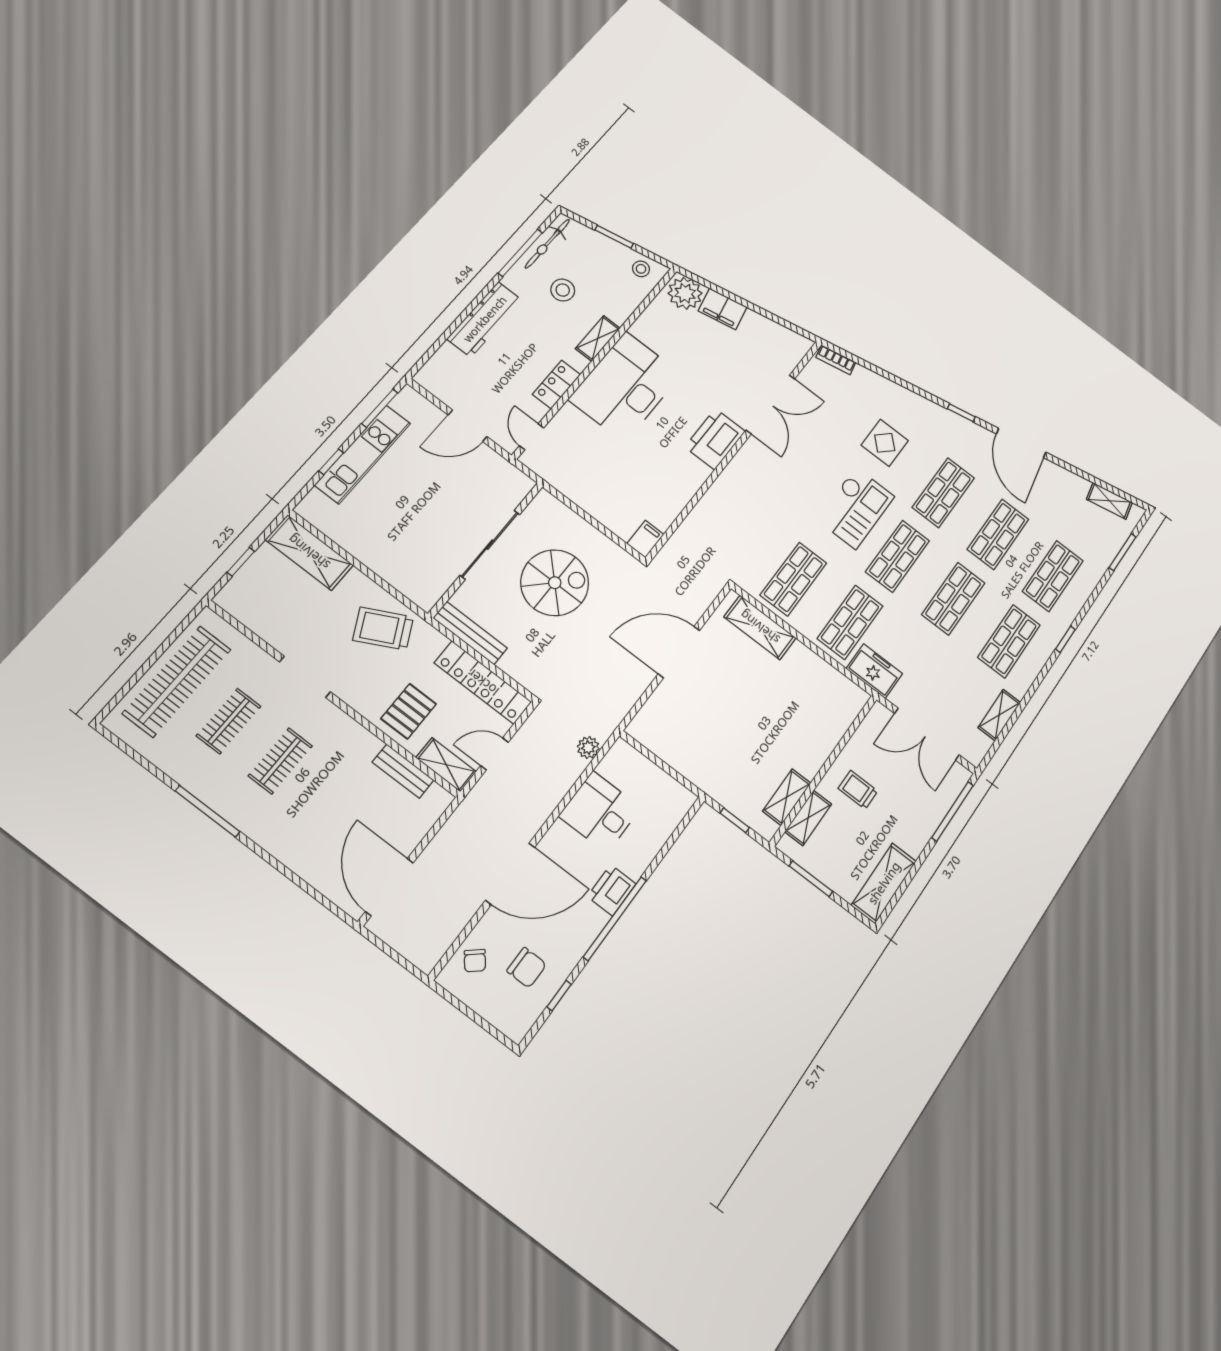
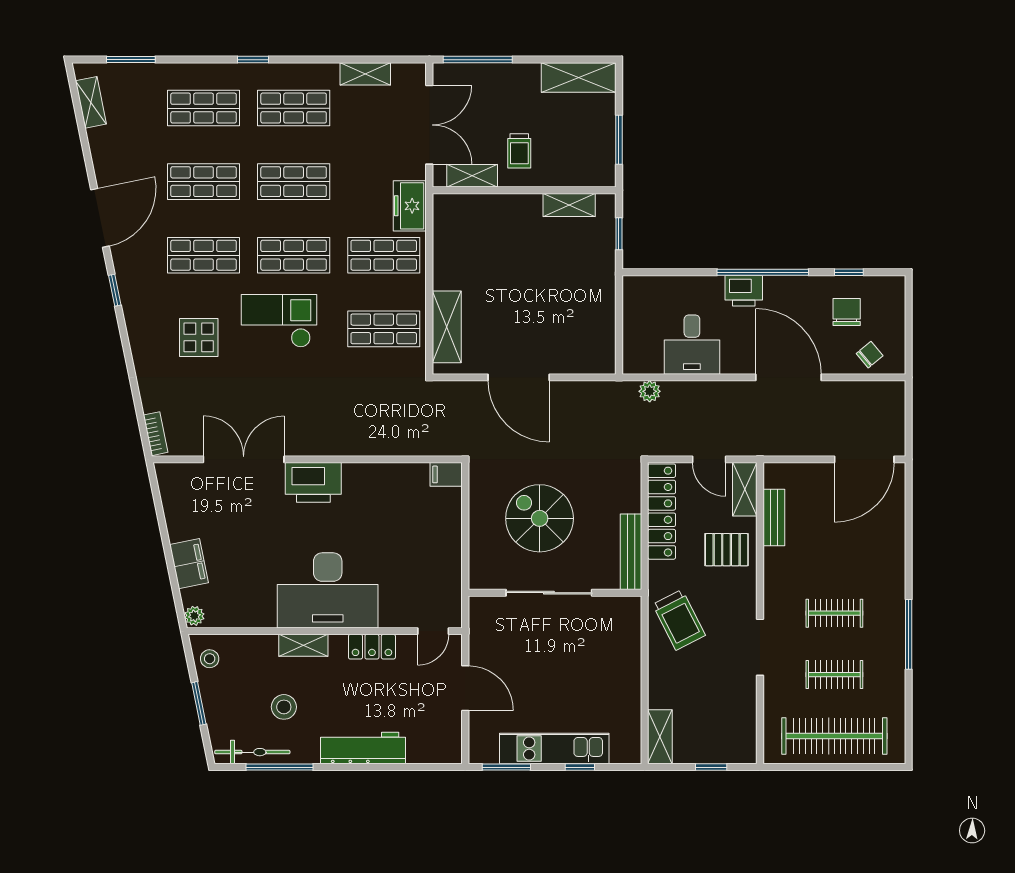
plant: (685, 293) -> (194, 616), width x0.53, depth x0.53
shelving: (309, 552) -> (660, 737), width x0.67, depth x0.75
shelving: (808, 818) -> (472, 176), moved

